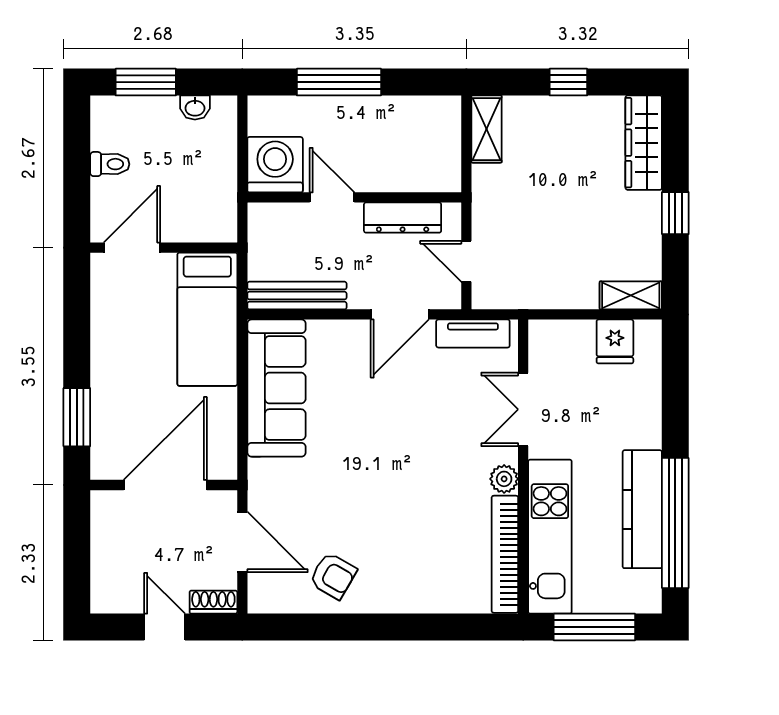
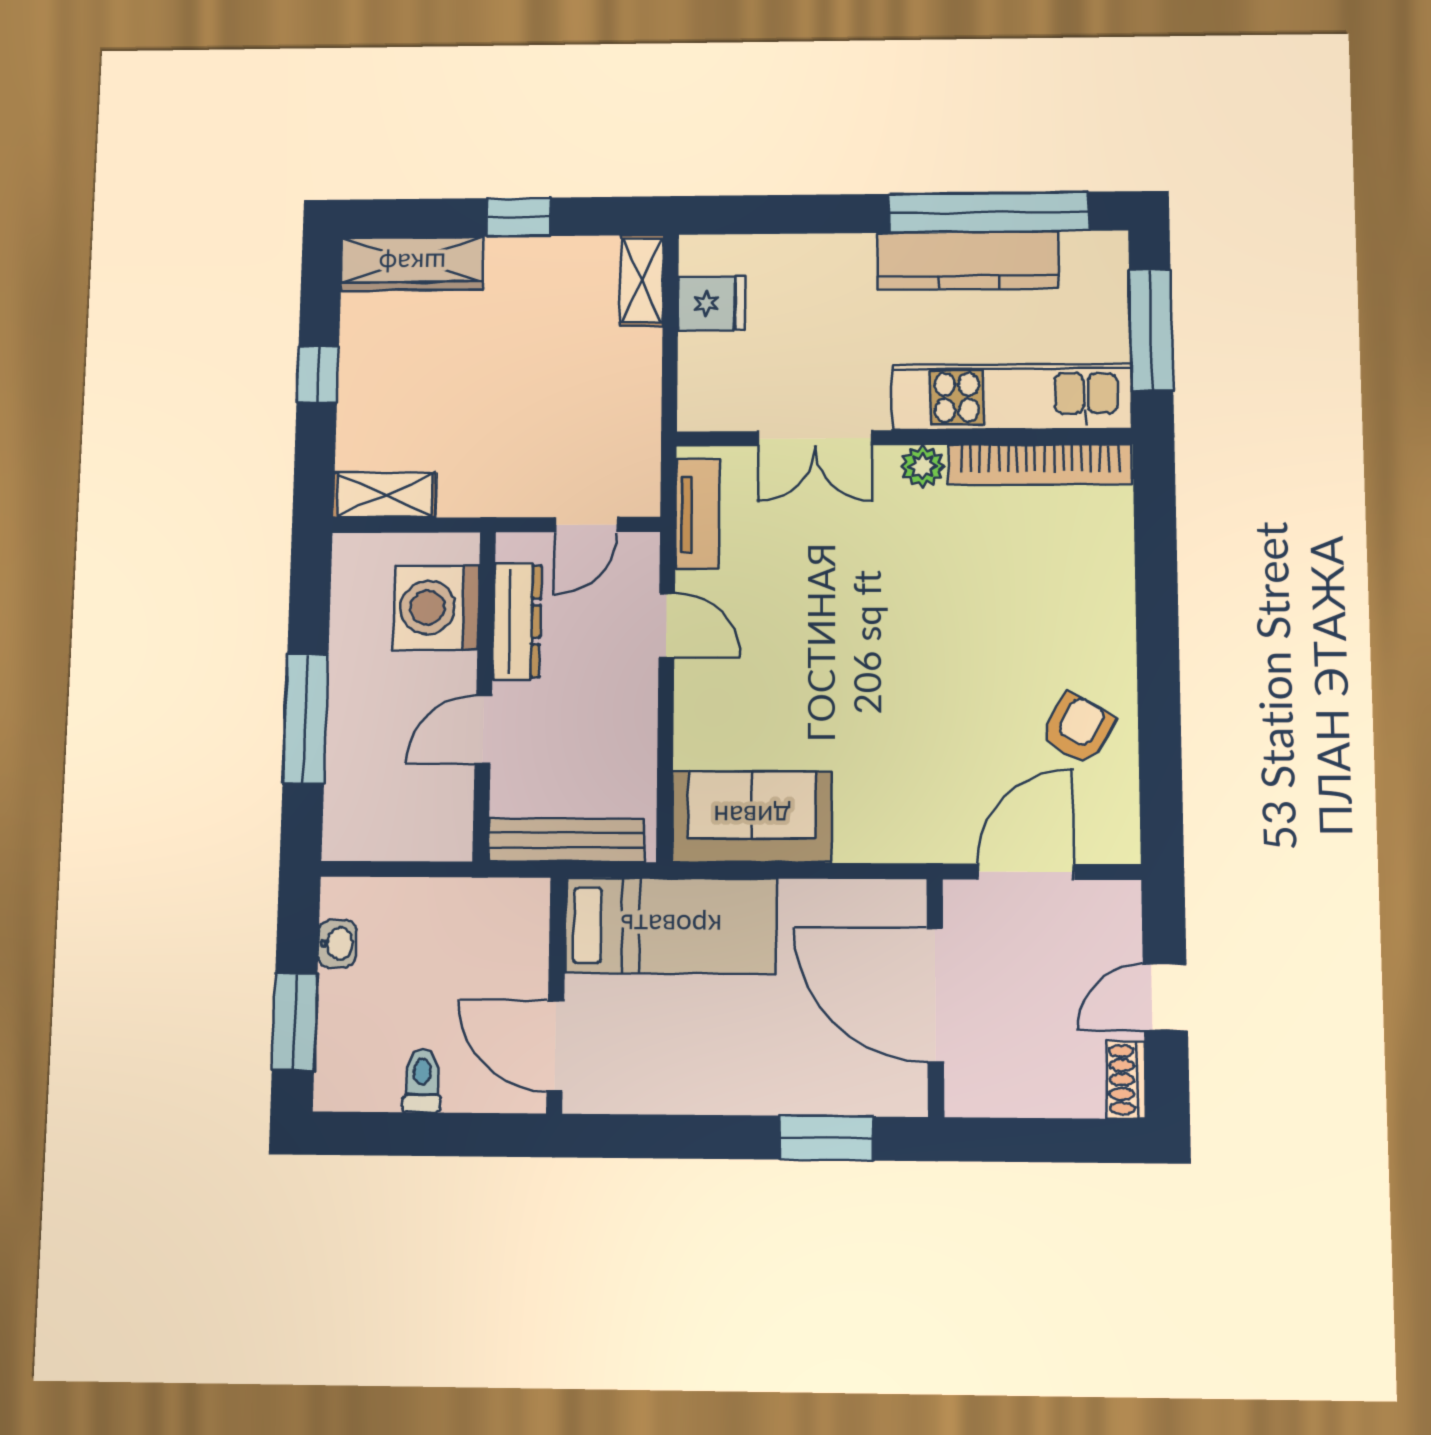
washing machine: (275, 165) -> (436, 607), moved
bench: (297, 296) -> (566, 840), moved, turned 90
door: (400, 314) -> (667, 625), width x0.73
sofa: (276, 388) -> (752, 817), width x0.73
shoe rack: (213, 602) -> (1126, 1080), moved

